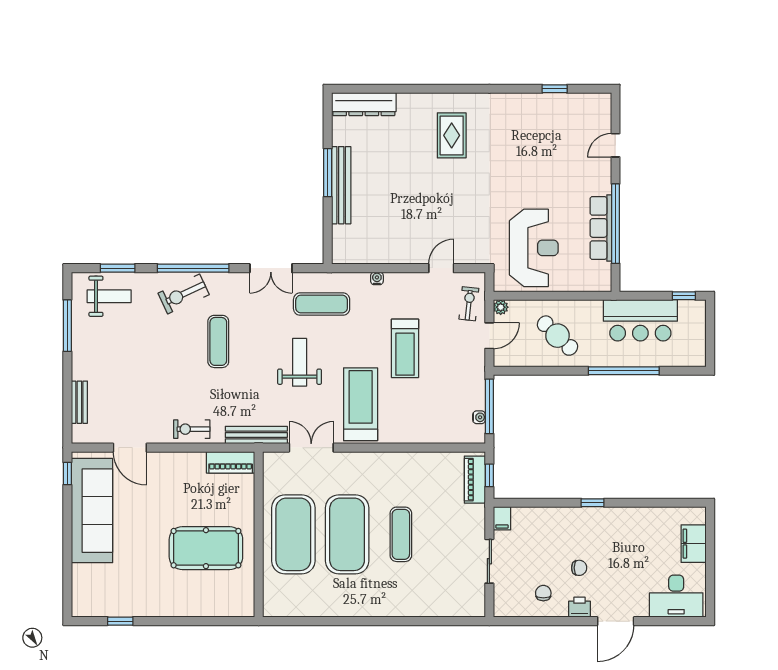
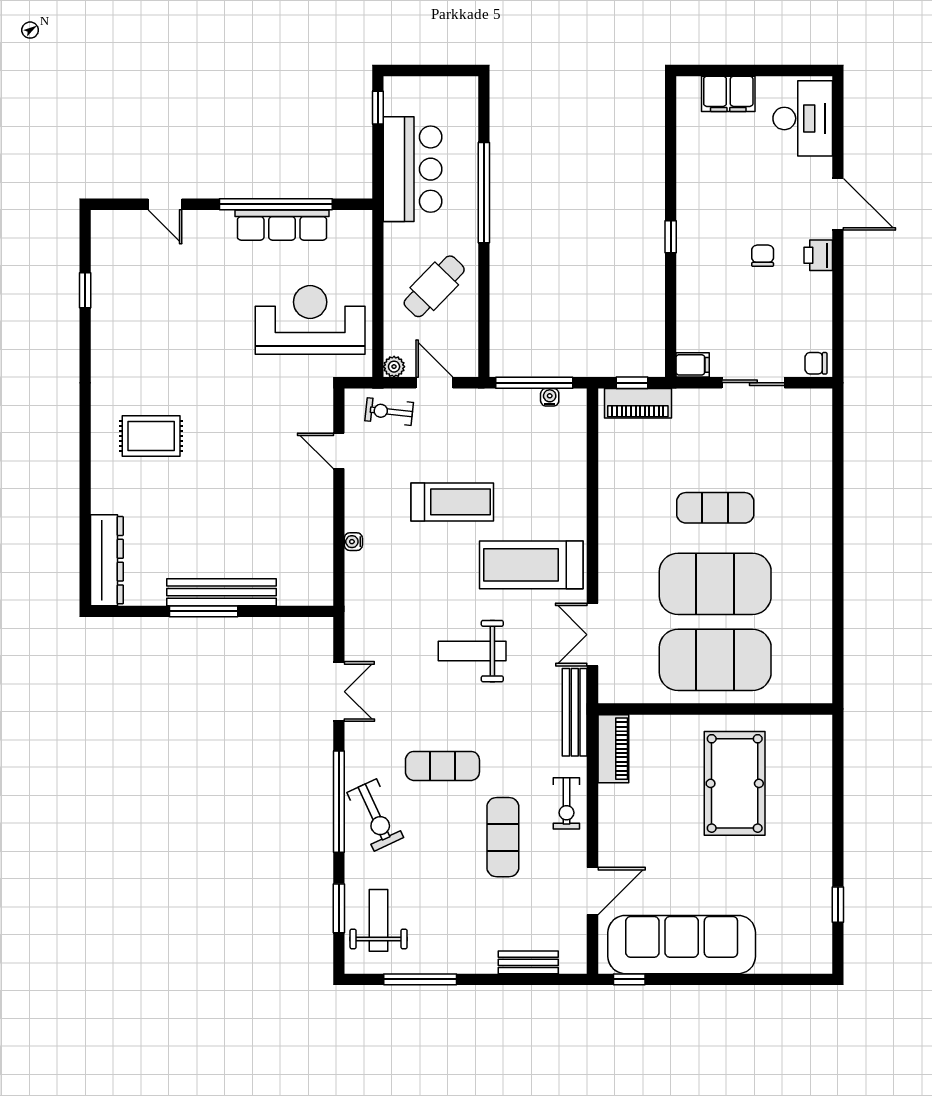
exercise mat: (322, 304) -> (503, 837), moved
chair: (543, 593) -> (816, 363), moved

